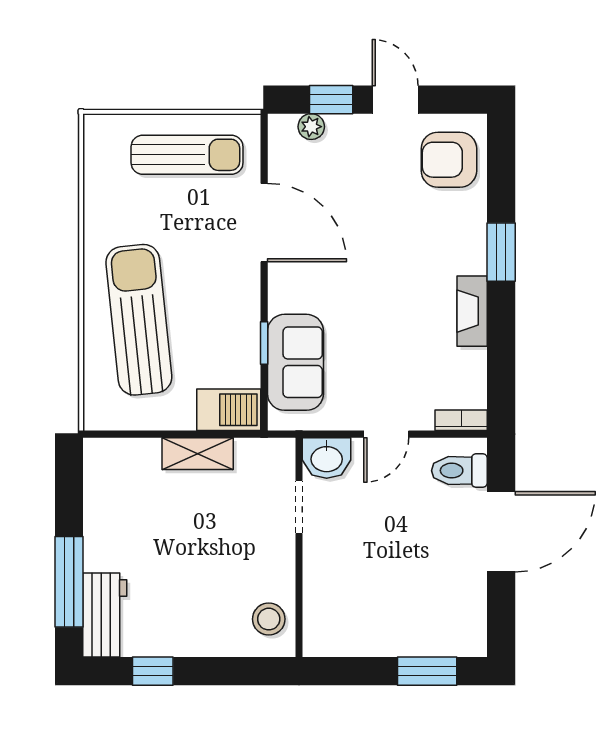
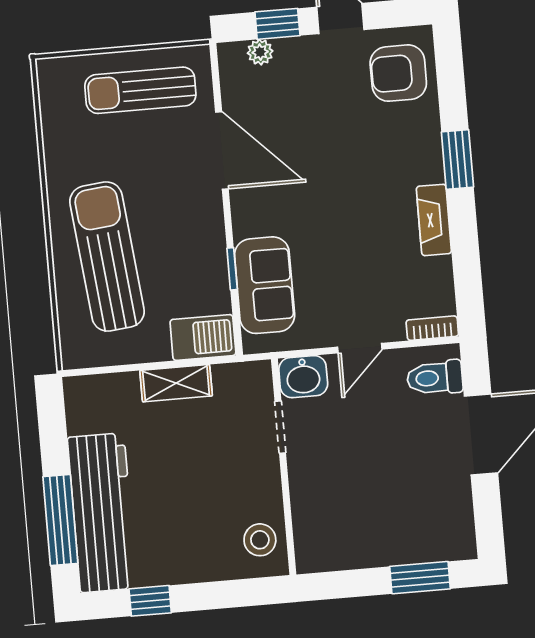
sun lounger: (187, 155) -> (140, 90), turned 180
workbench: (105, 615) -> (102, 513), width x1.87, depth x1.32

